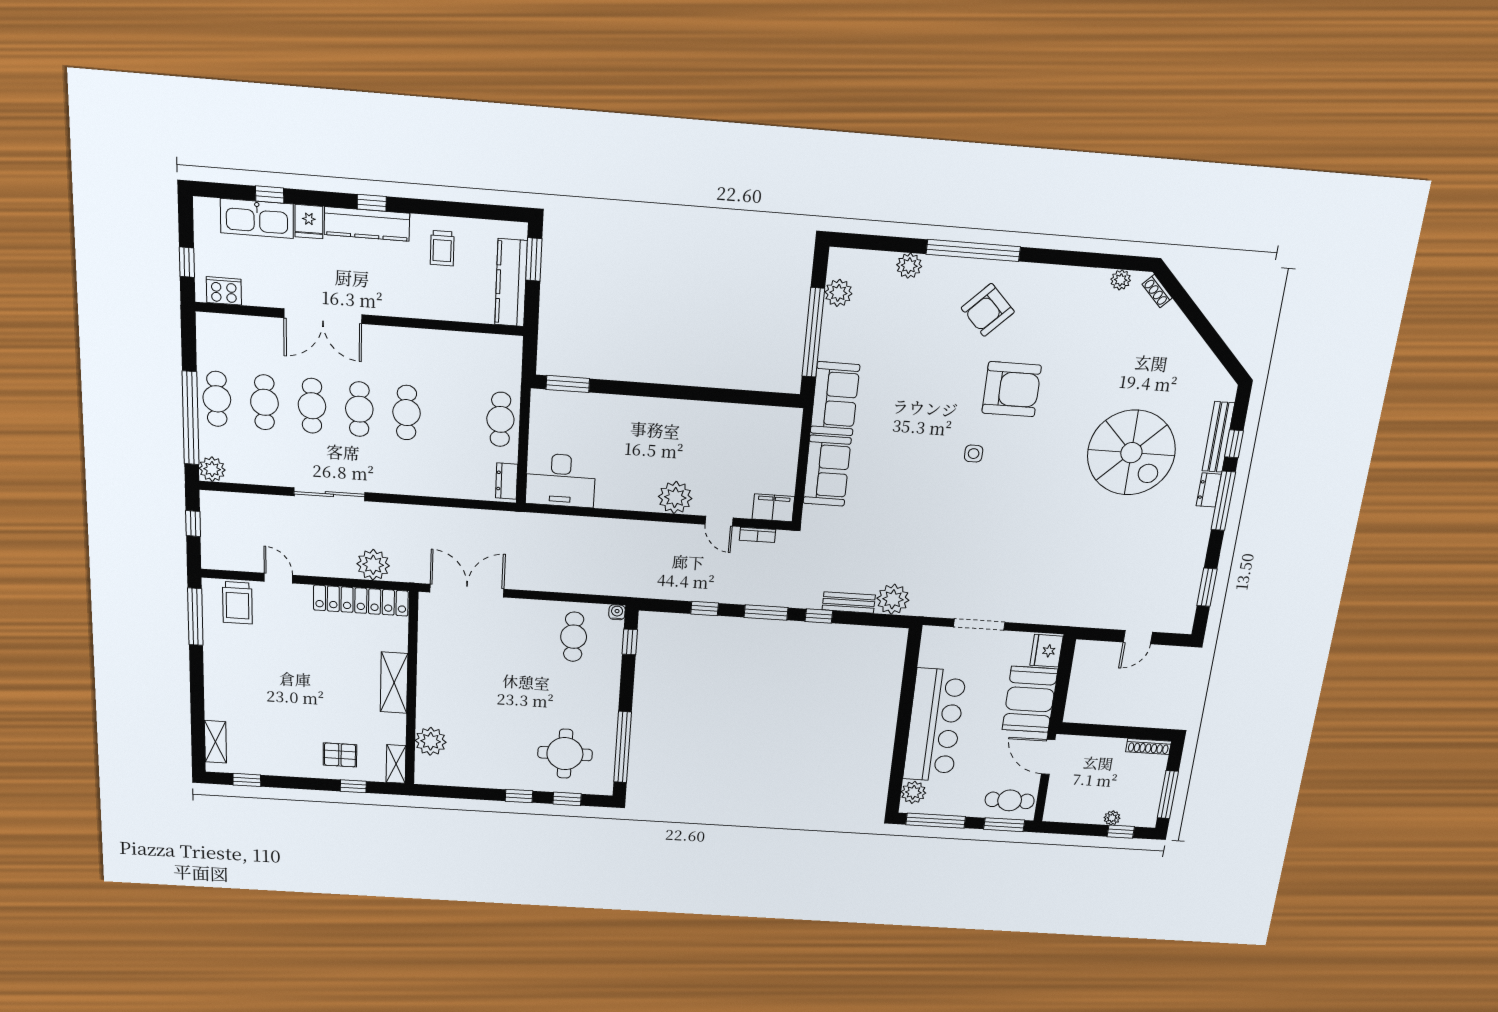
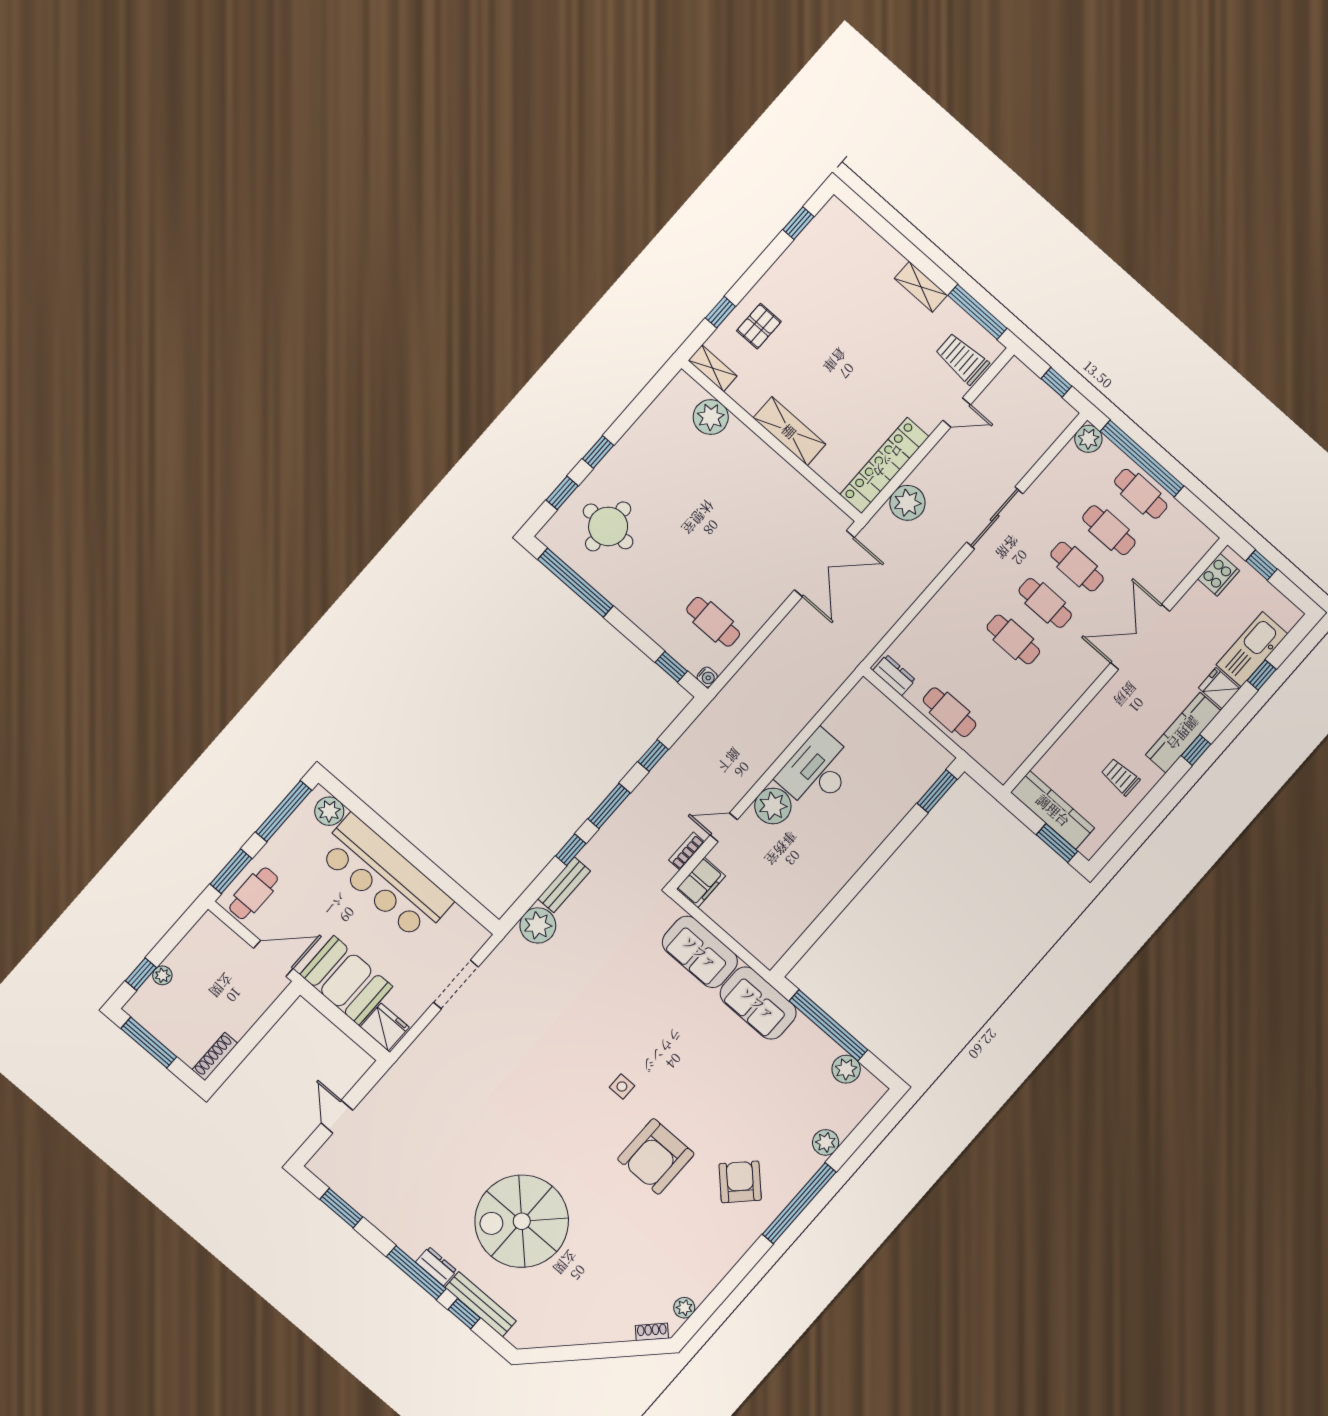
desk: (561, 480) -> (817, 771), moved
shelving: (215, 742) -> (921, 287), moved

